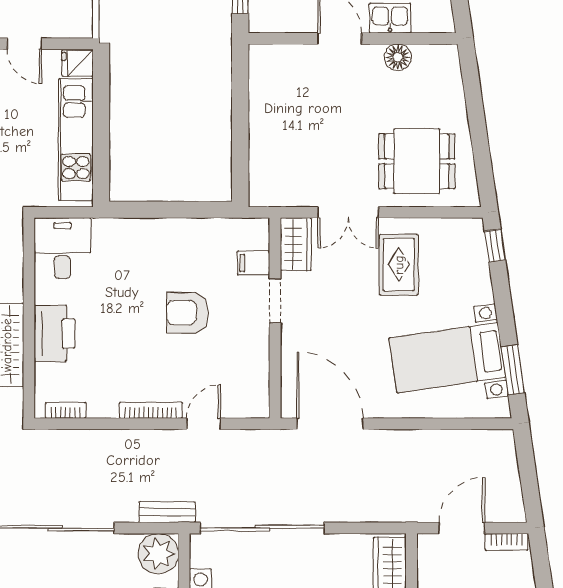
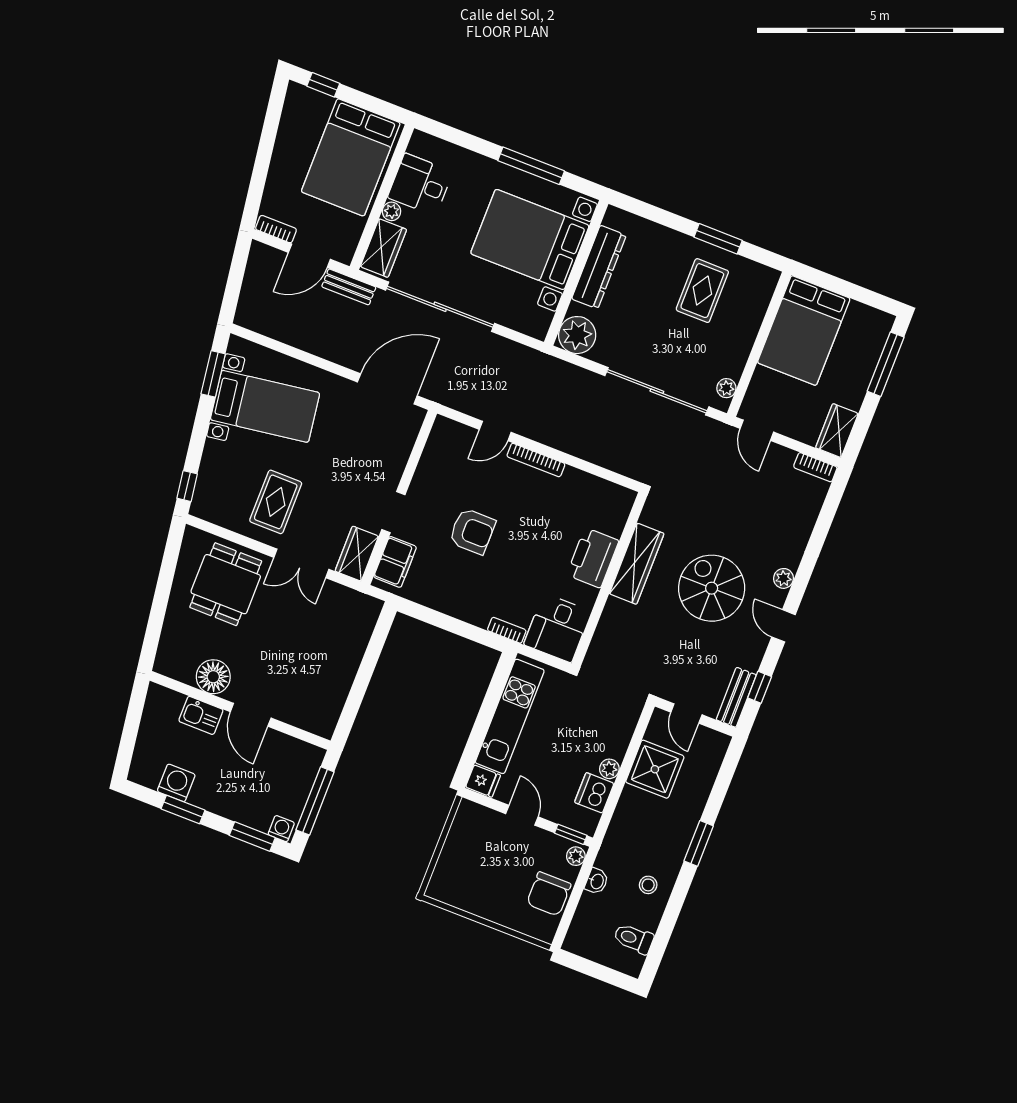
floor lamp: (398, 57) -> (213, 677), width x1.38, depth x1.38
dining table: (417, 161) -> (226, 584), turned 90
double door: (348, 212) -> (301, 563), swing flipped
filing cabinet: (254, 263) -> (395, 562), width x2.00
bookcase: (66, 410) -> (507, 630), moved, turned 180
door: (330, 424) -> (387, 389), swing flipped
bench: (167, 512) -> (349, 287), moved
sliding door: (262, 528) -> (440, 307), moved

